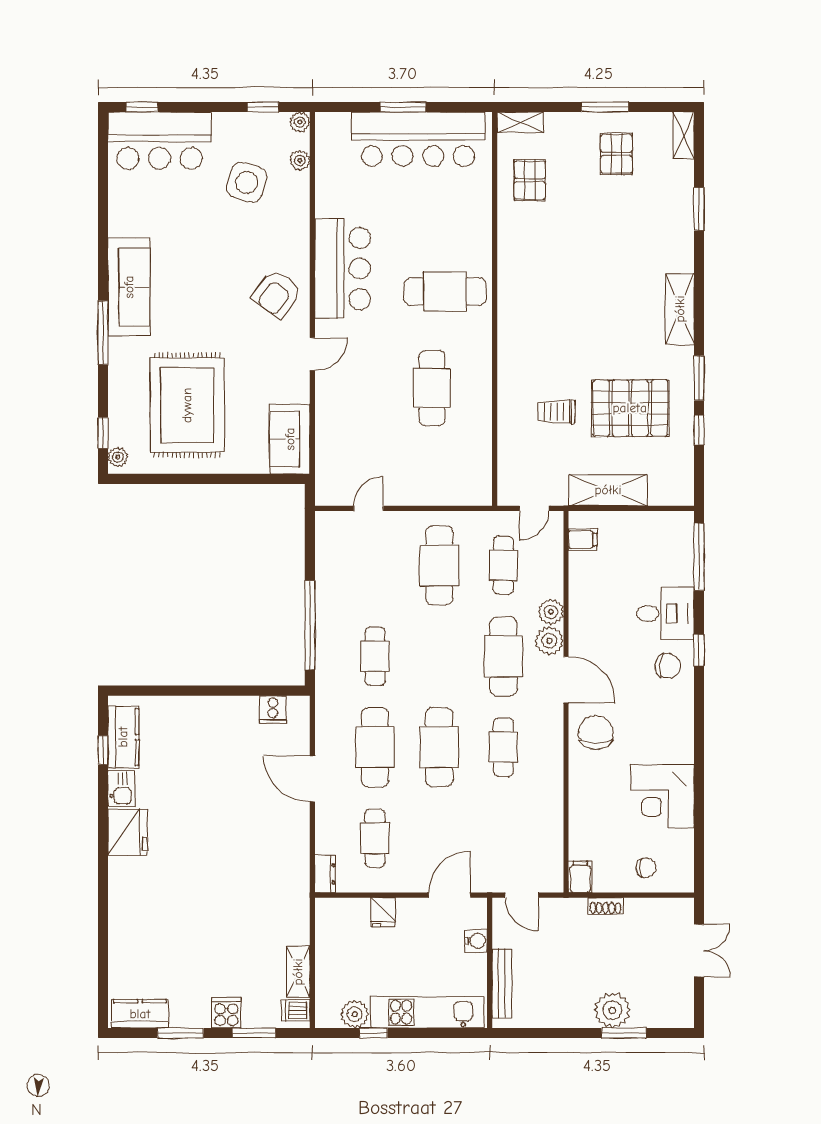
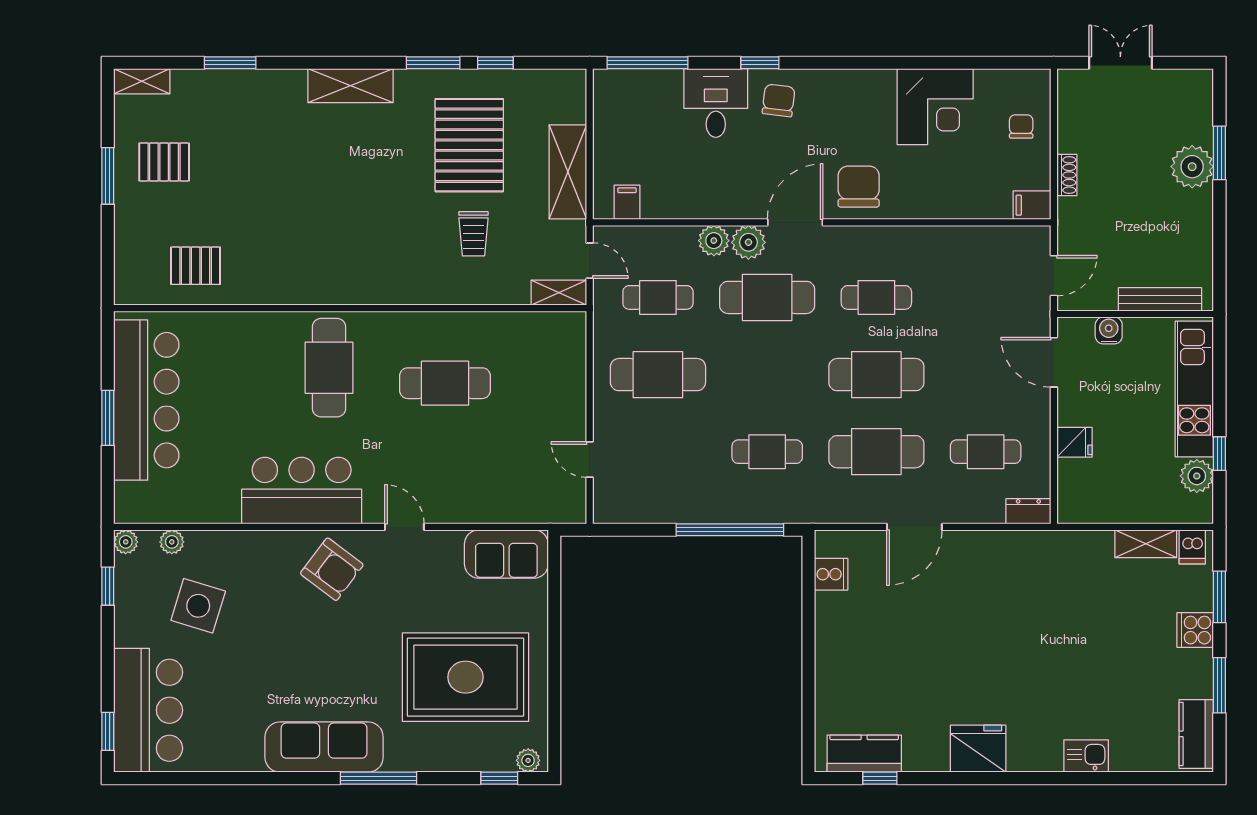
shelving: (520, 122) -> (559, 293), moved, turned 90
chair: (596, 732) -> (859, 187), turned 90
kitchen sink: (121, 788) -> (1086, 756), moved

